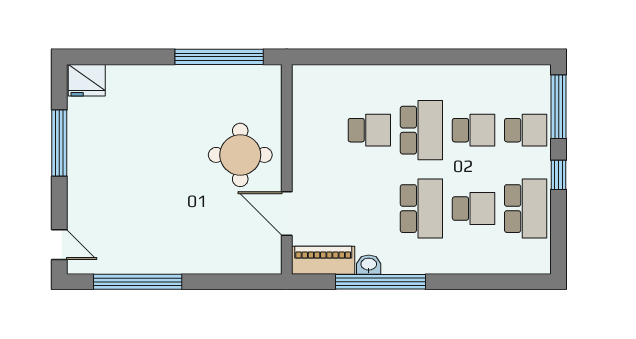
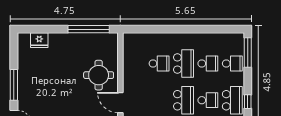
fridge: (87, 80) -> (39, 40), moved
window: (59, 143) -> (14, 85), moved
window: (559, 175) -> (248, 102), moved

